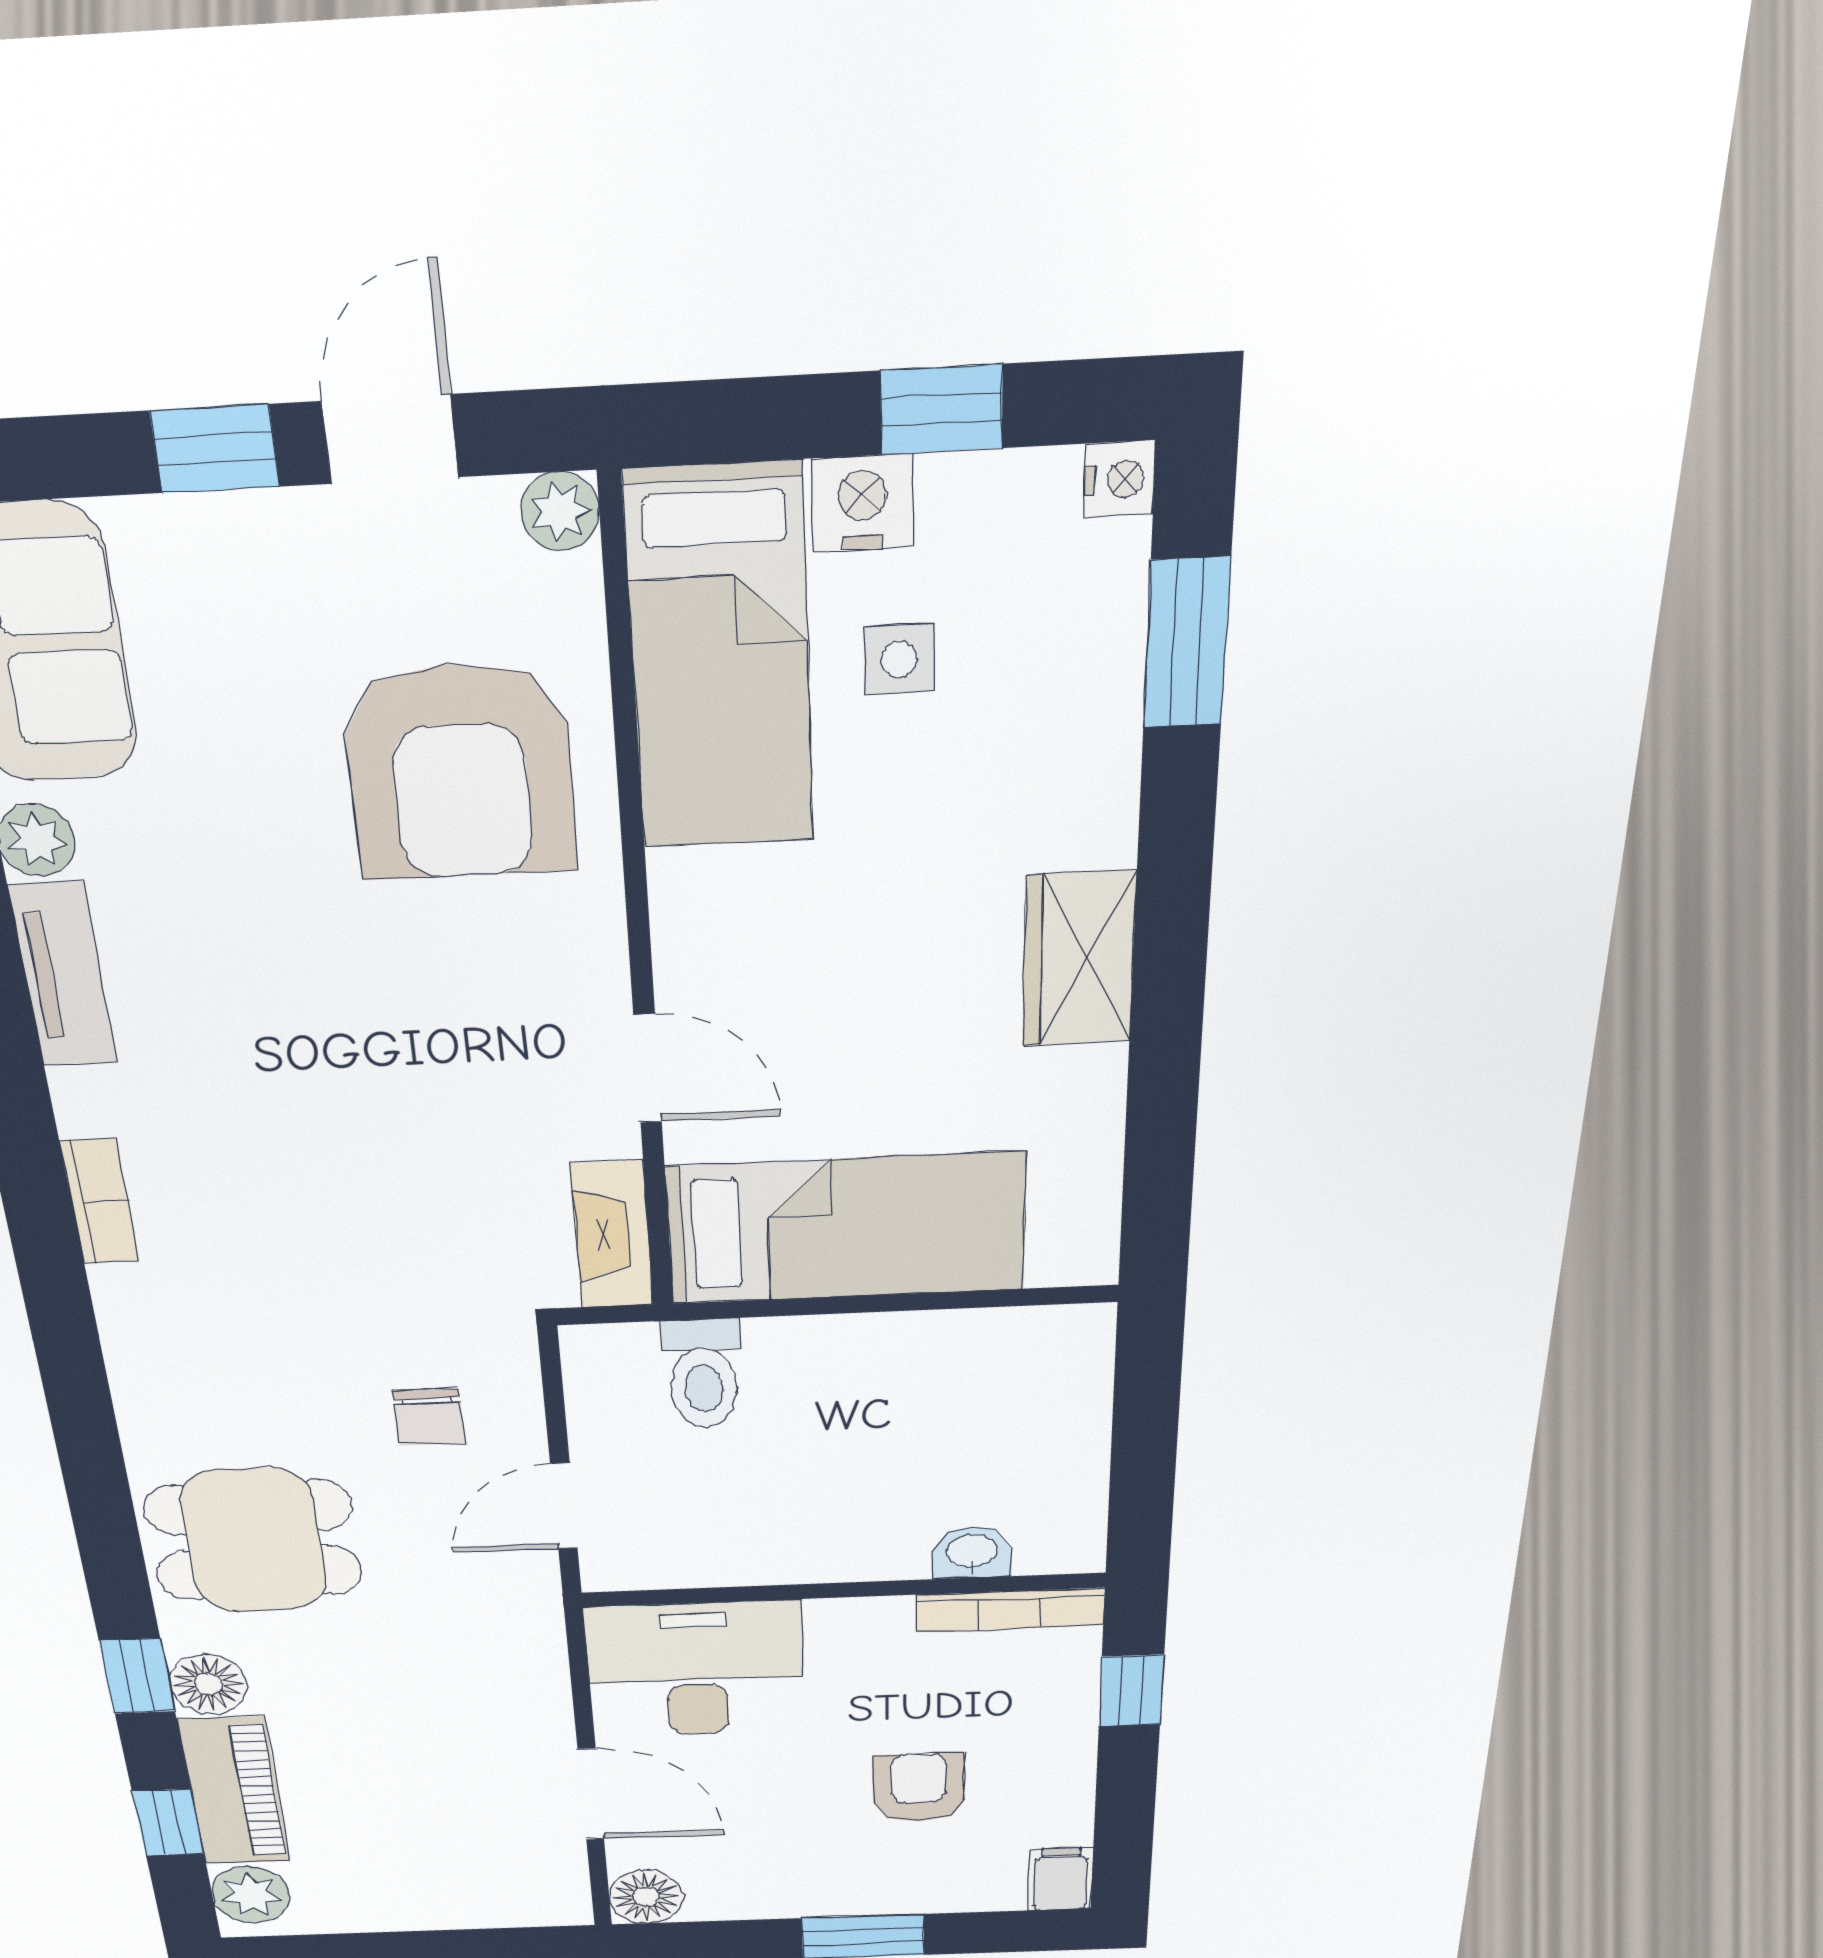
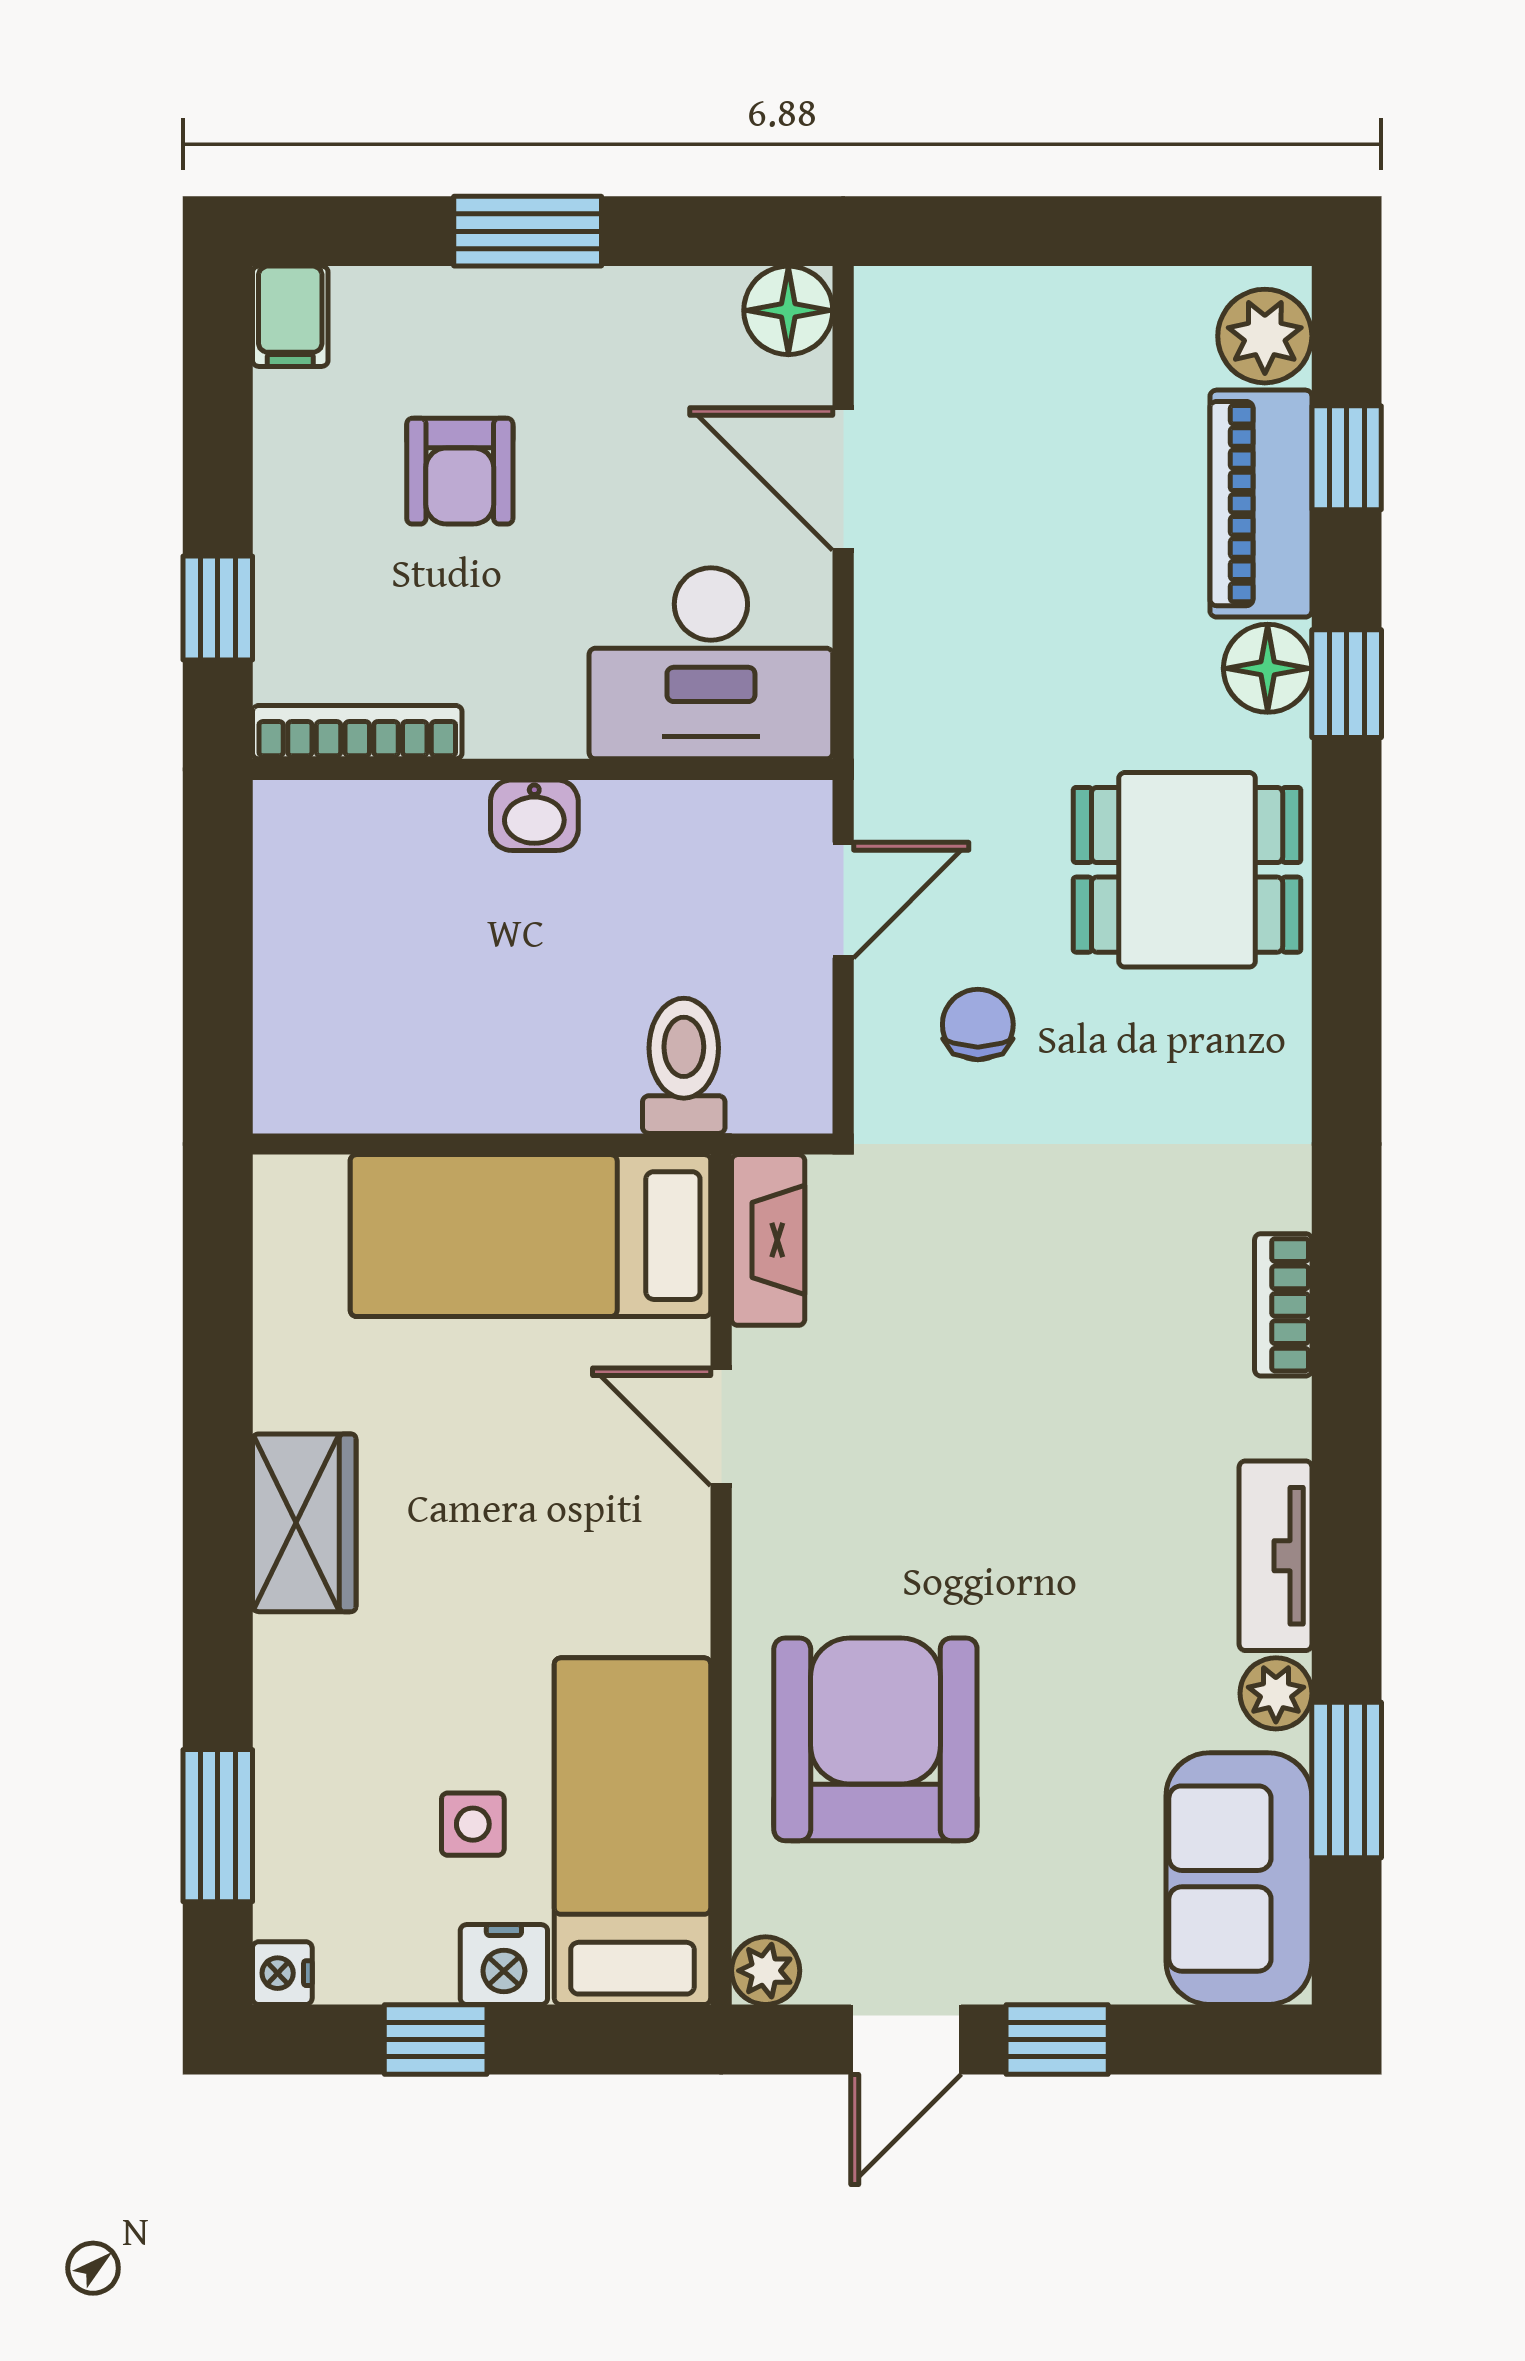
washbasin: (972, 1552) -> (534, 815), moved

